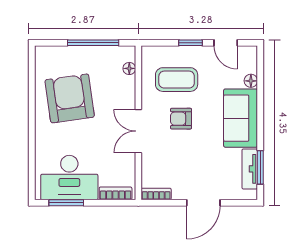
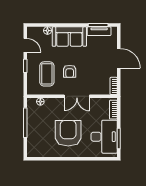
door: (226, 43) -> (25, 45), hinge flipped
armchair: (70, 98) -> (68, 133), moved, turned 98

